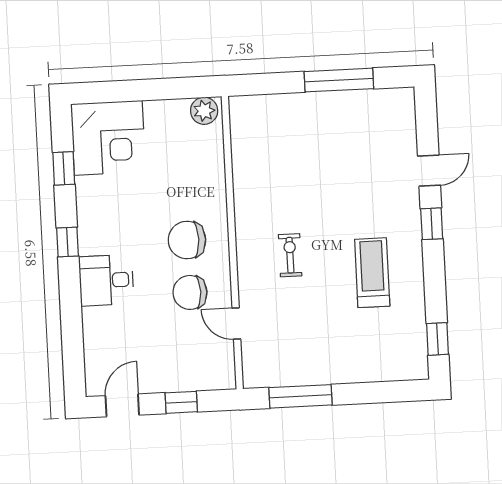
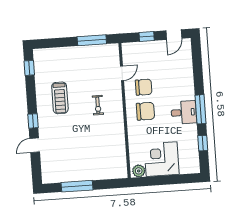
corner desk: (108, 138) -> (162, 159), moved
window: (67, 242) -> (200, 109), width x2.17
desk: (106, 280) -> (184, 112), moved
door: (236, 324) -> (122, 73), hinge flipped

